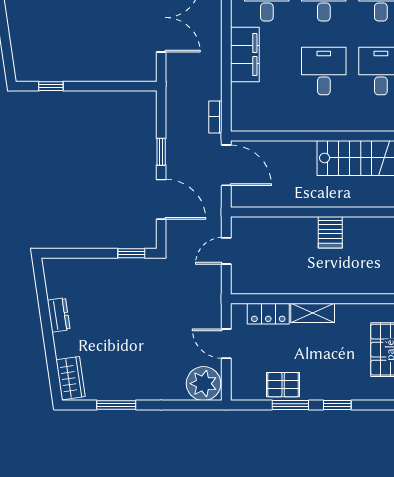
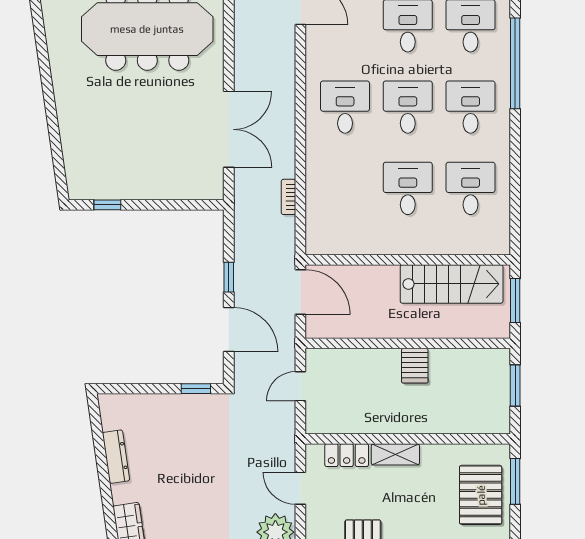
filing cabinet: (245, 55) -> (321, 170), removed
bookcase: (215, 117) -> (288, 197), moved
dresser: (59, 315) -> (116, 457), width x1.44

